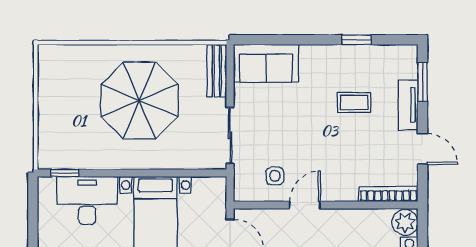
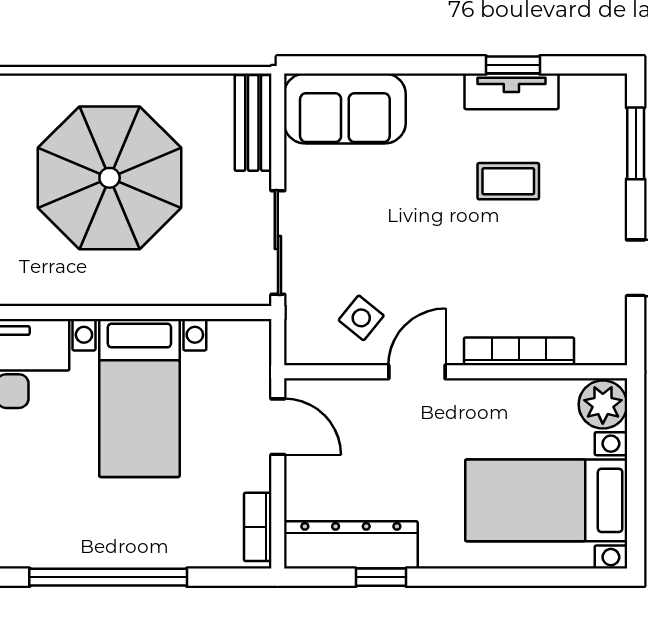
tv unit: (408, 105) -> (511, 91), moved, turned -90
side table: (275, 176) -> (361, 318), turned 38
bookcase: (388, 194) -> (519, 351), moved

